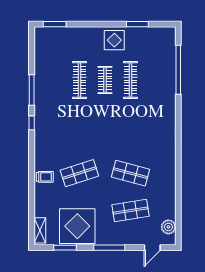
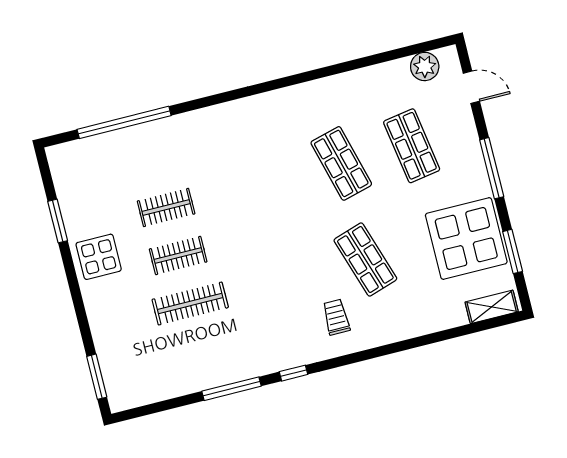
clothes rail: (130, 80) -> (166, 207), width x0.73
shop shelf: (130, 173) -> (341, 163), turned -30
trolley: (45, 177) -> (336, 317), moved

